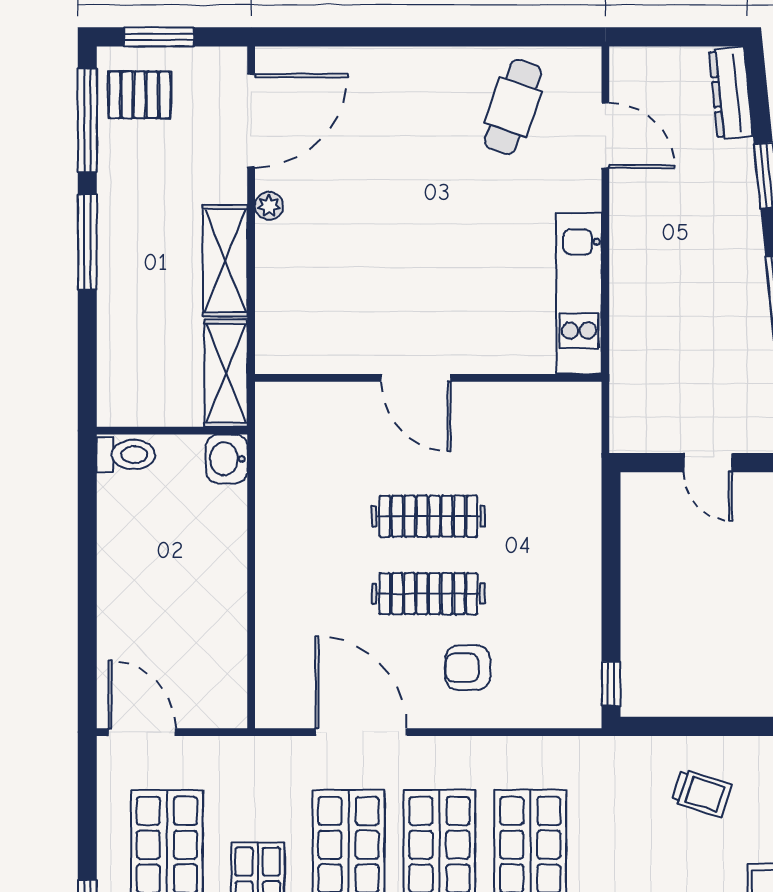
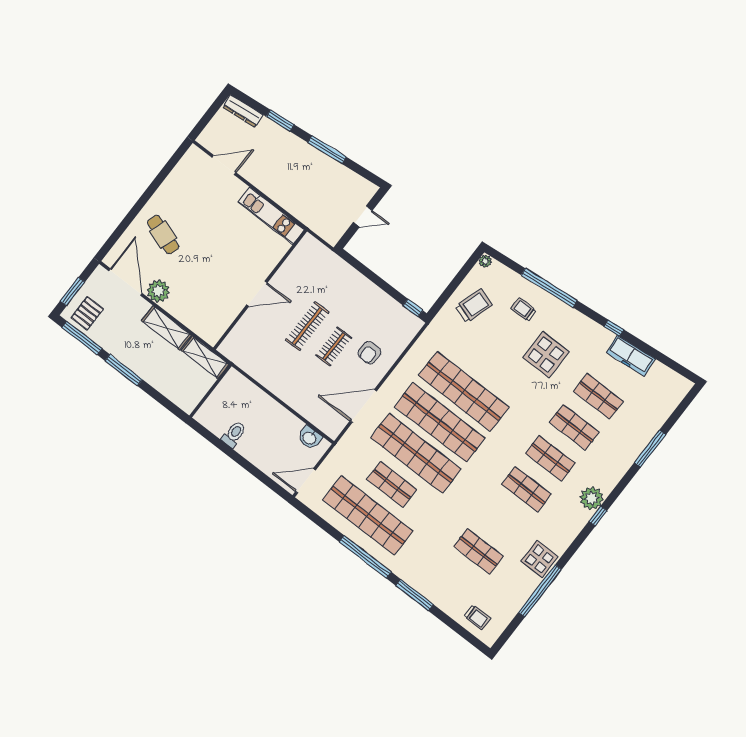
cafe table: (513, 107) -> (163, 235), moved
plant: (269, 206) -> (158, 291), width x1.87, depth x1.87
toilet: (126, 455) -> (234, 434), moved
washbasin: (227, 459) -> (310, 438), moved
clothes rail: (428, 594) -> (334, 346), width x0.73
trolley: (702, 793) -> (474, 306), width x1.36, depth x1.39

